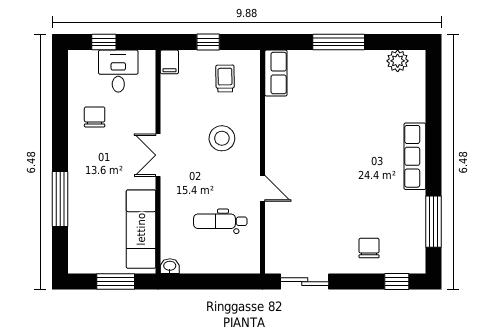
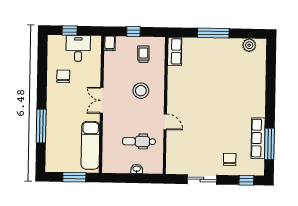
row of seats: (415, 156) -> (258, 138), moved
washbasin: (170, 266) -> (137, 169), moved
sliding door: (305, 282) -> (202, 179), moved

